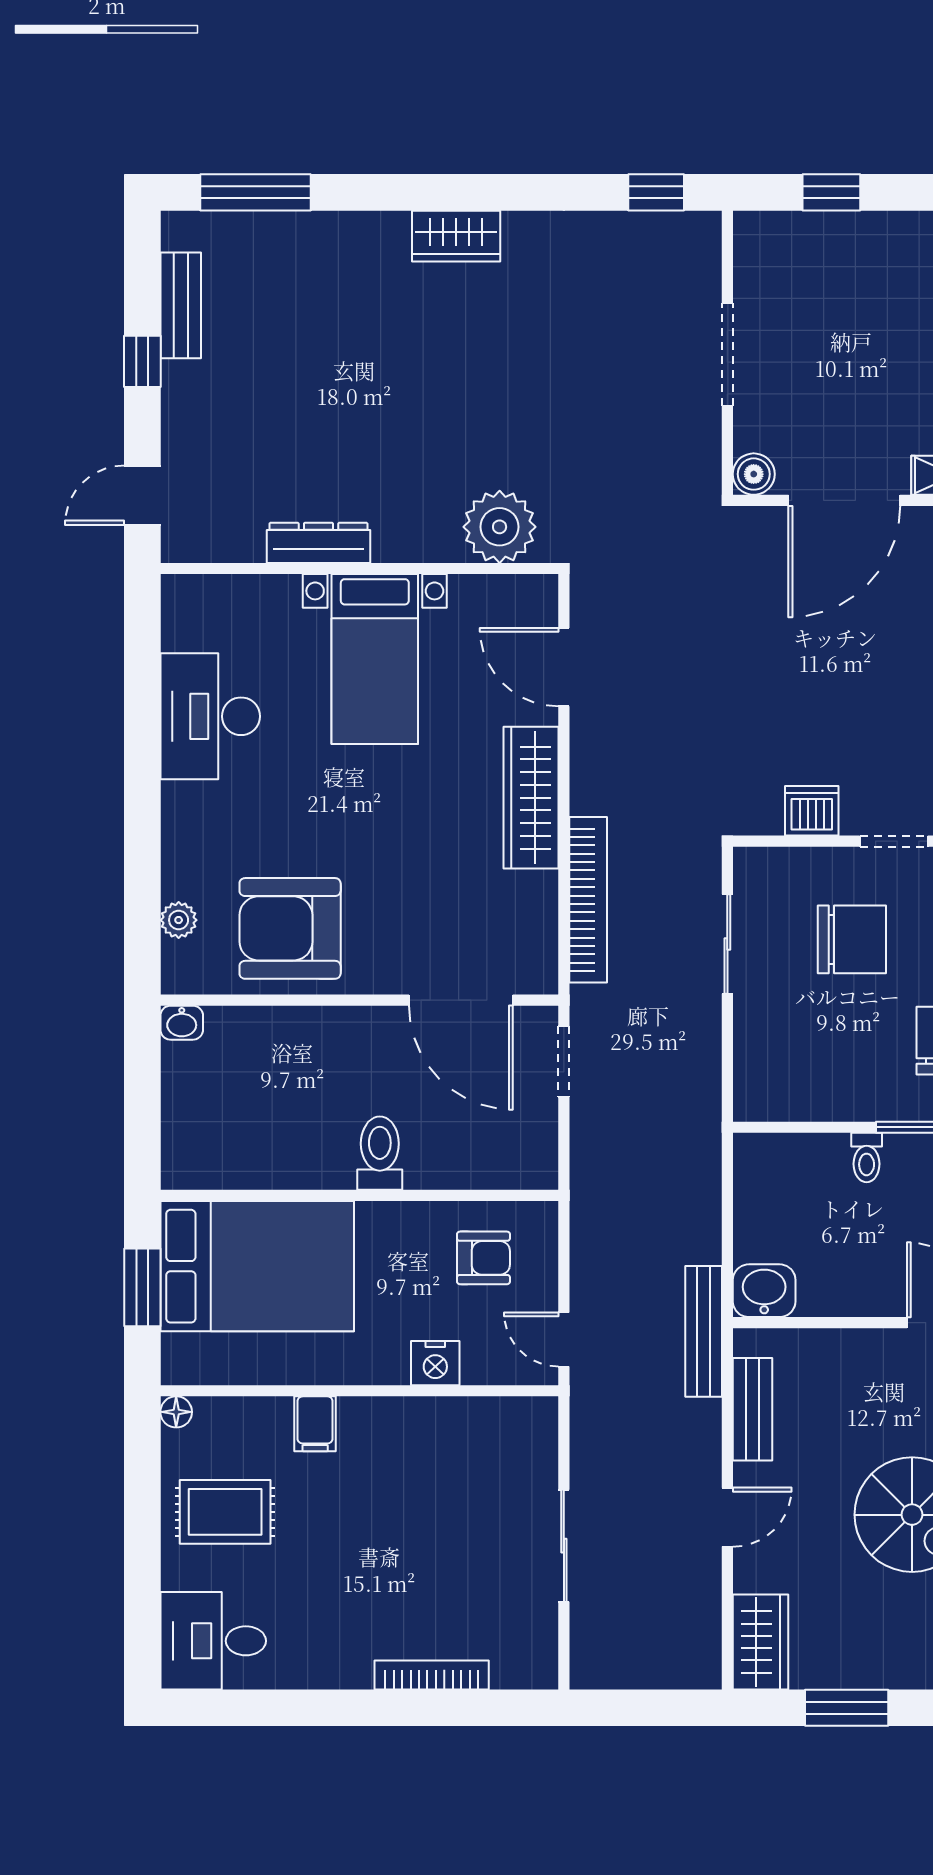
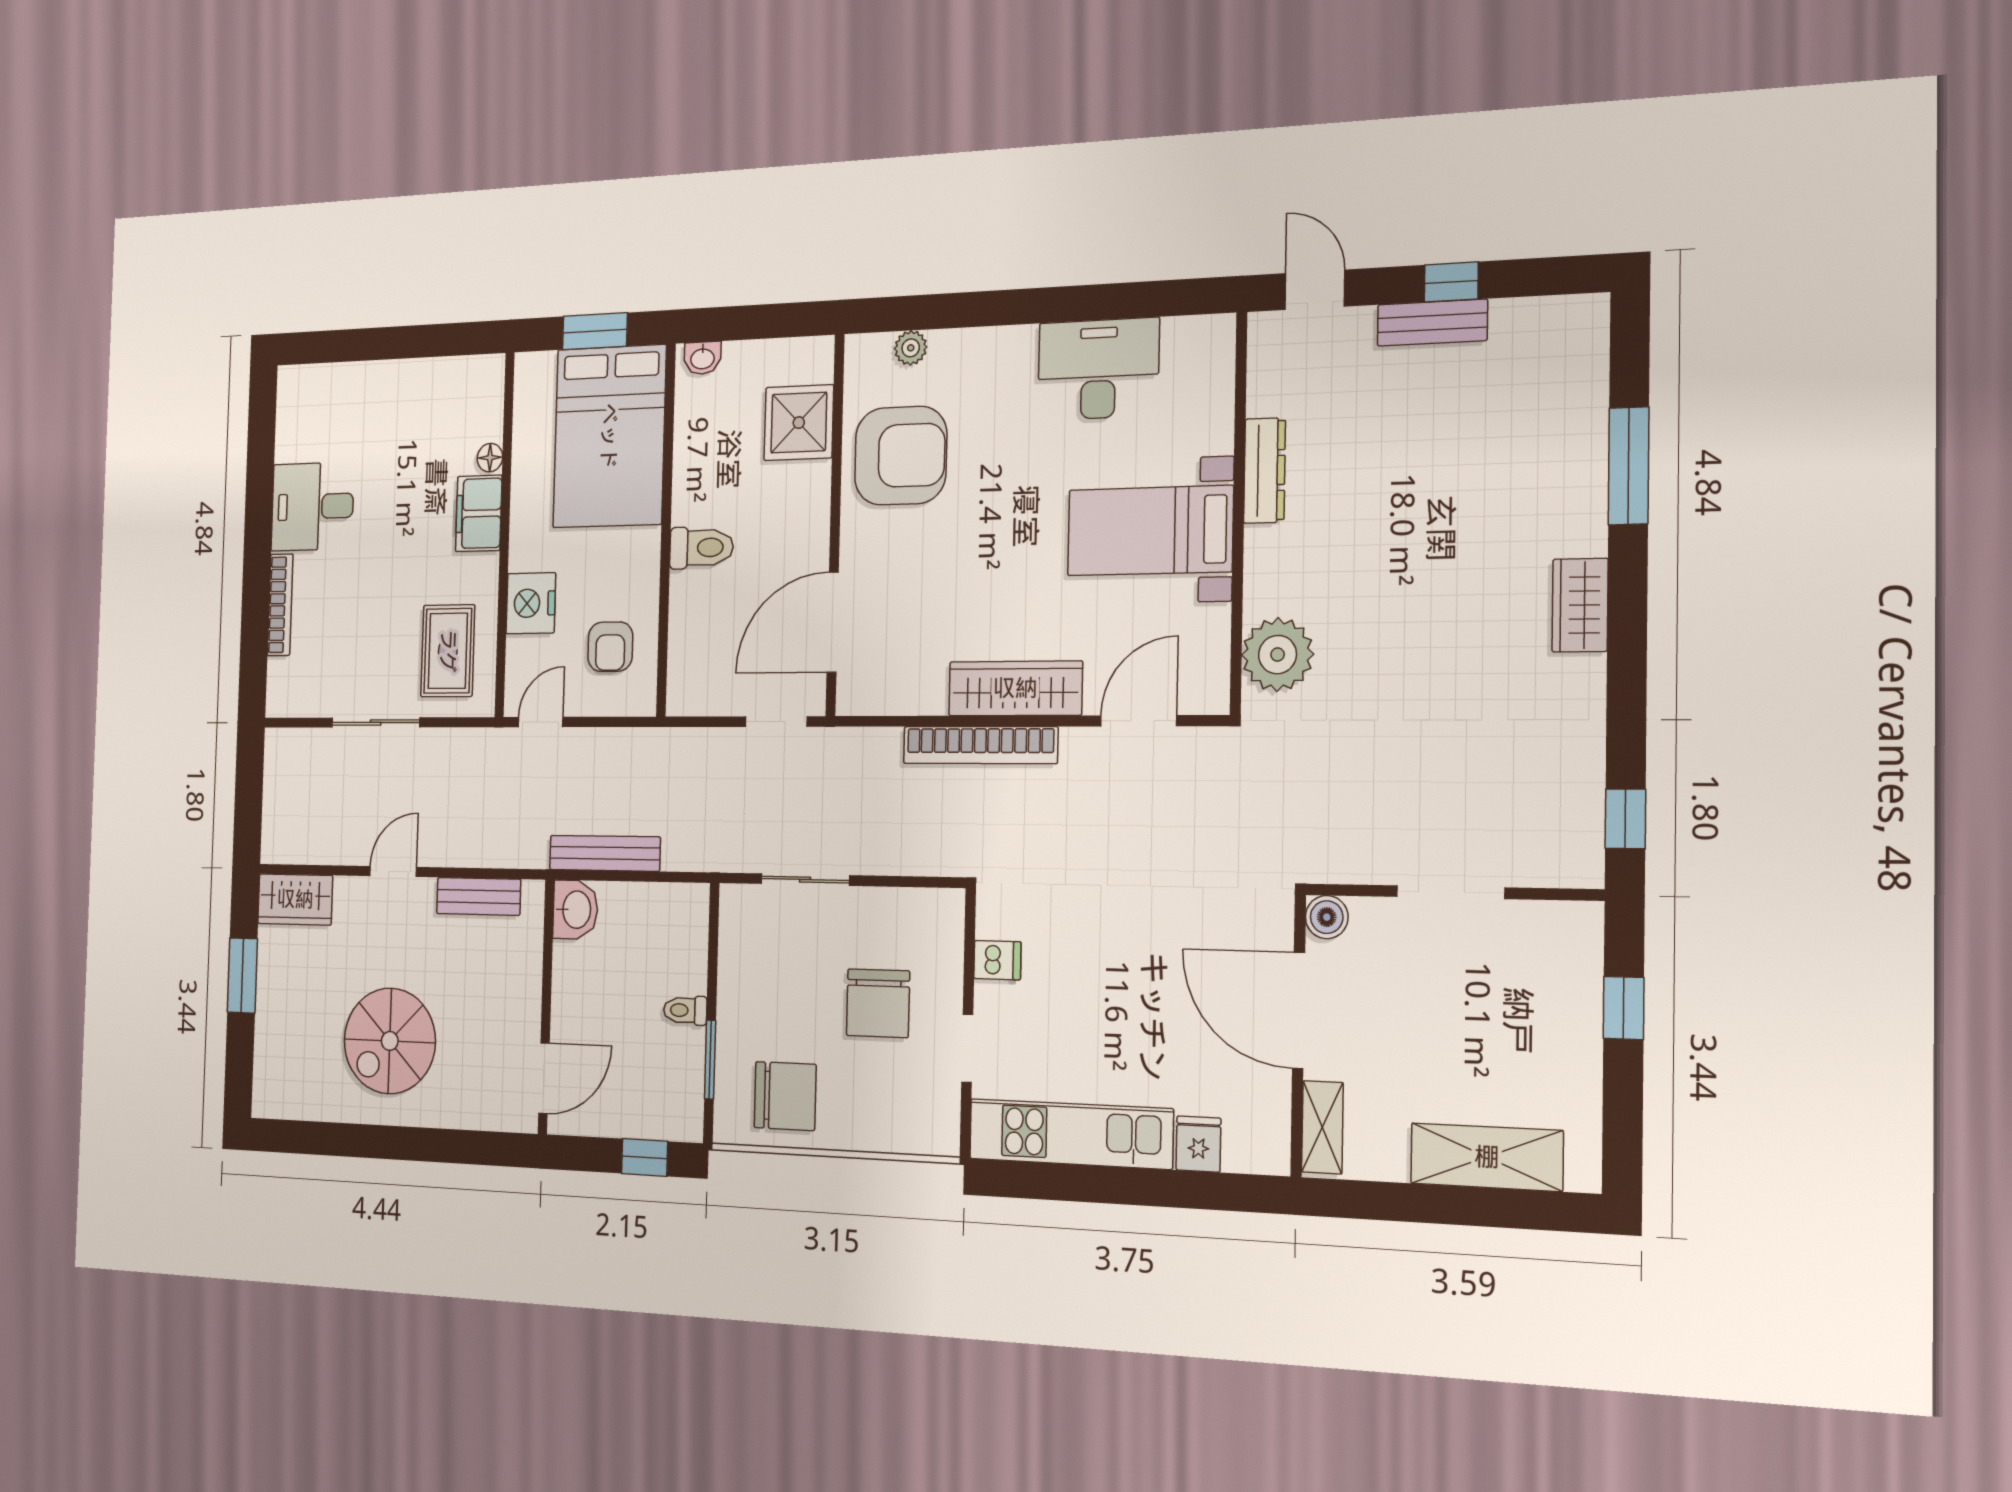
window: (256, 192) -> (1629, 466), moved
bench: (181, 305) -> (1432, 323), moved
dishwasher: (812, 811) -> (997, 960), width x0.73
bookcase: (588, 900) -> (980, 745), moved
armchair: (290, 928) -> (901, 456), turned 90
sliding door: (727, 944) -> (805, 880), moved
washbasin: (182, 1023) -> (702, 358), moved, turned -90
shower: (251, 1044) -> (799, 423), added
bench: (704, 1331) -> (605, 853), moved
nightstand: (435, 1363) -> (531, 603), width x1.36, depth x1.33
floor lamp: (176, 1412) -> (490, 458), moved
filing cabinet: (315, 1424) -> (479, 513), width x2.00
rug: (225, 1512) -> (448, 651), moved
door: (727, 1517) -> (393, 872), swing flipped
desk: (213, 1641) -> (312, 507), moved, turned -90

